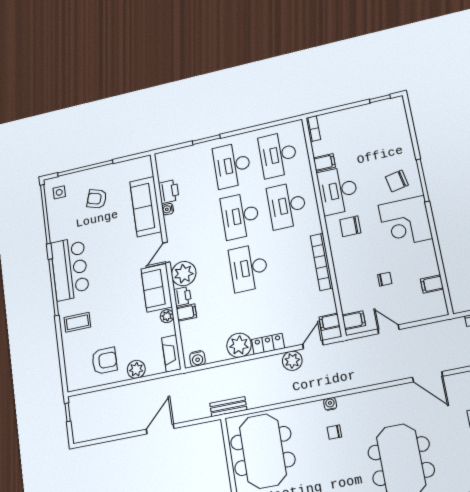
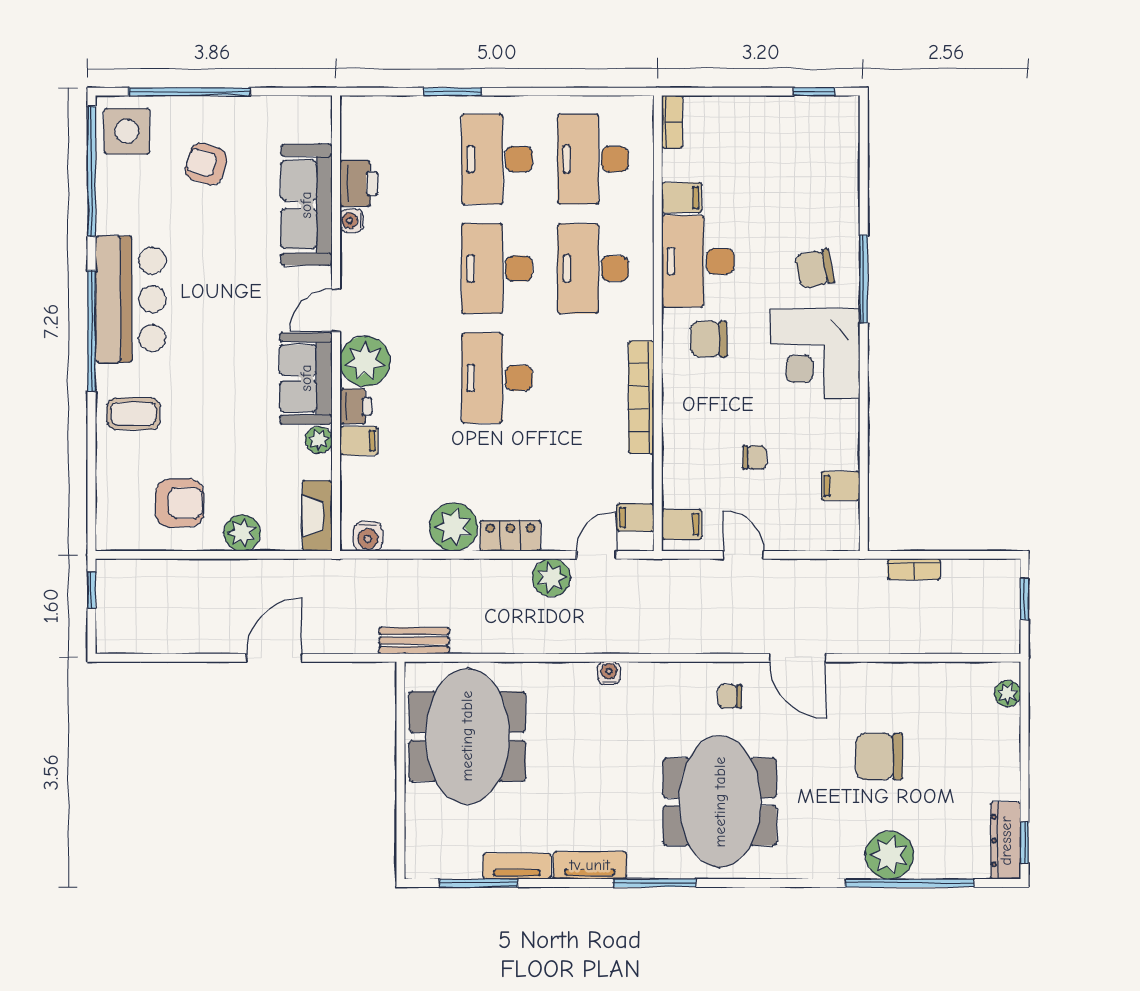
side table: (59, 192) -> (127, 131), width x1.87, depth x1.87
chair: (334, 432) -> (730, 696), moved

